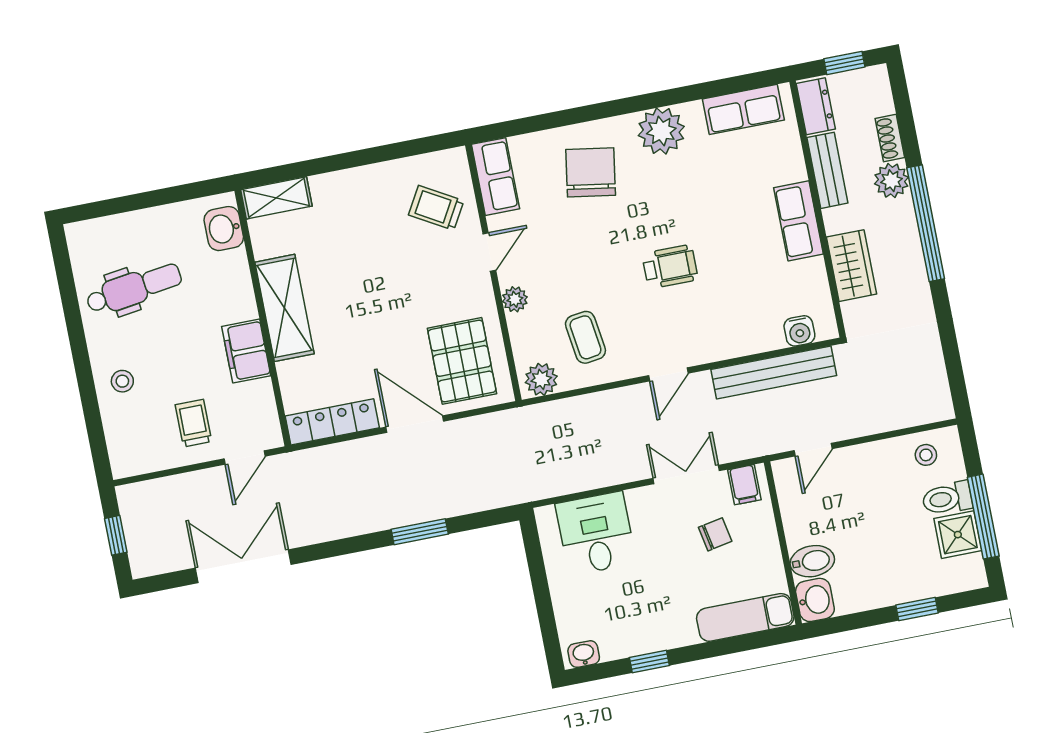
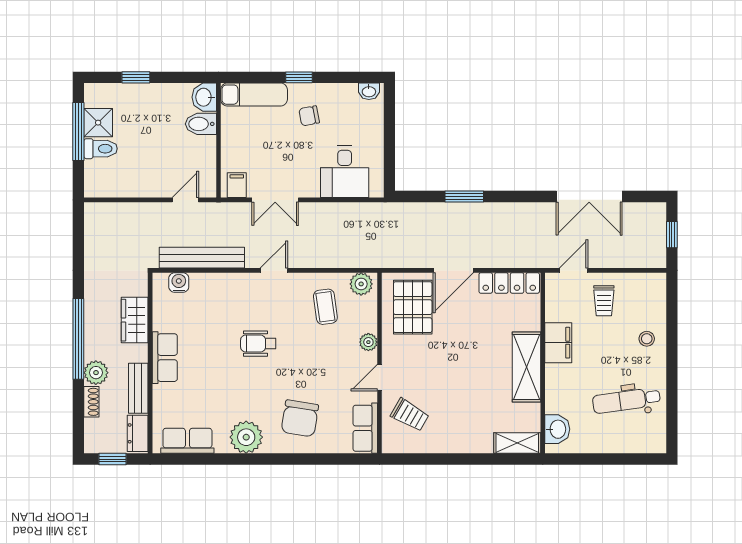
door: (415, 424) -> (453, 270), hinge flipped
stool: (926, 455) -> (109, 181), removed
chair: (715, 534) -> (309, 116), moved
window: (649, 661) -> (299, 77), moved

